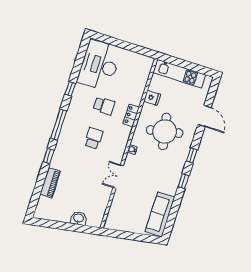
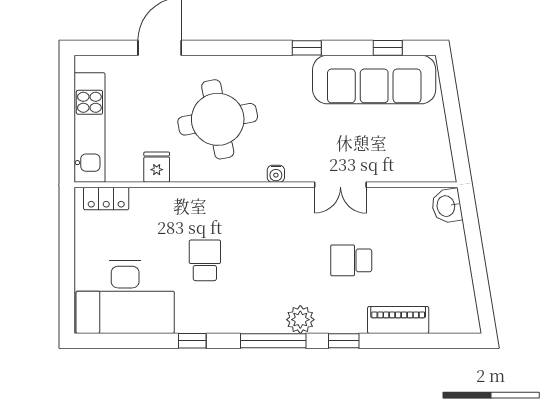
locker: (131, 115) -> (106, 198), moved
school desk: (94, 138) -> (351, 260), moved
plant: (64, 140) -> (300, 320), added
window: (192, 156) -> (388, 48), moved
sofa: (160, 214) -> (374, 80), width x1.36, depth x1.27
washbasin: (78, 218) -> (447, 206), moved

